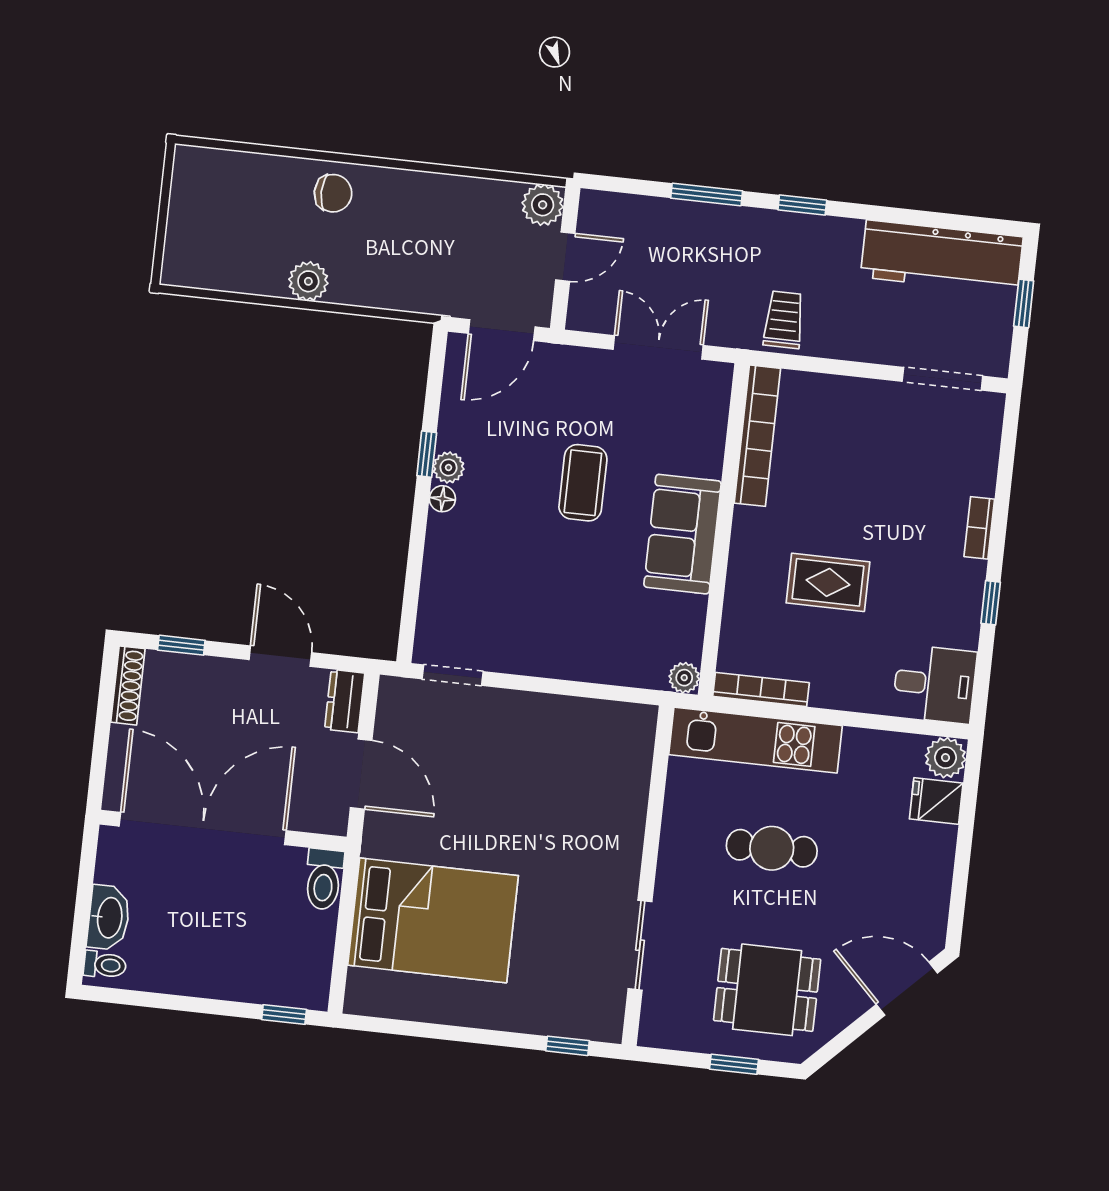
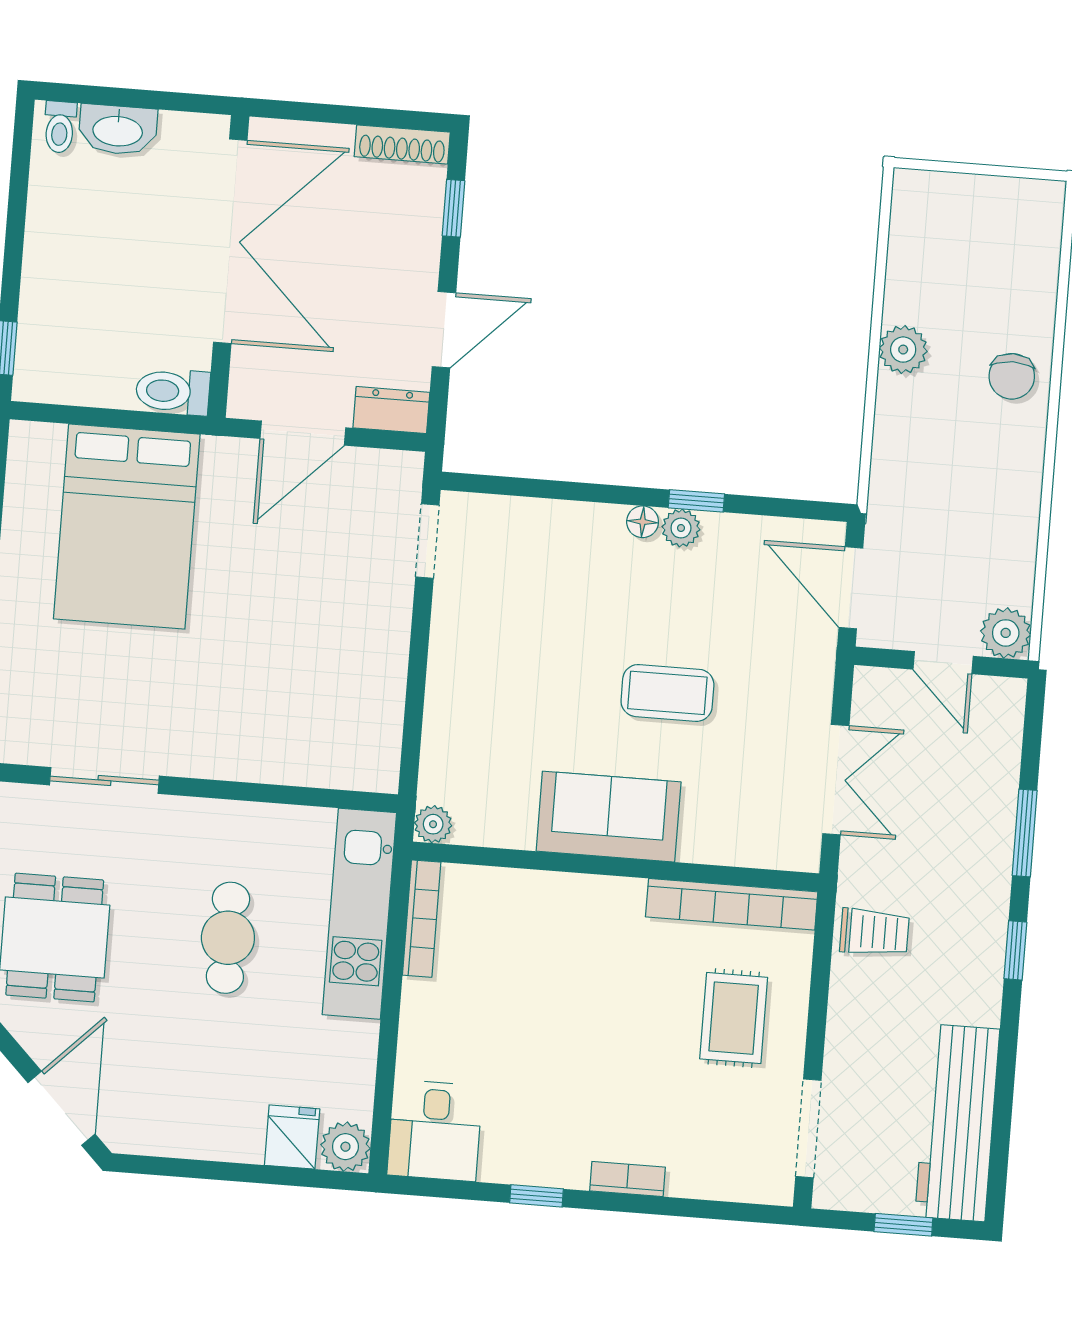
rug: (828, 582) -> (734, 1018), moved

